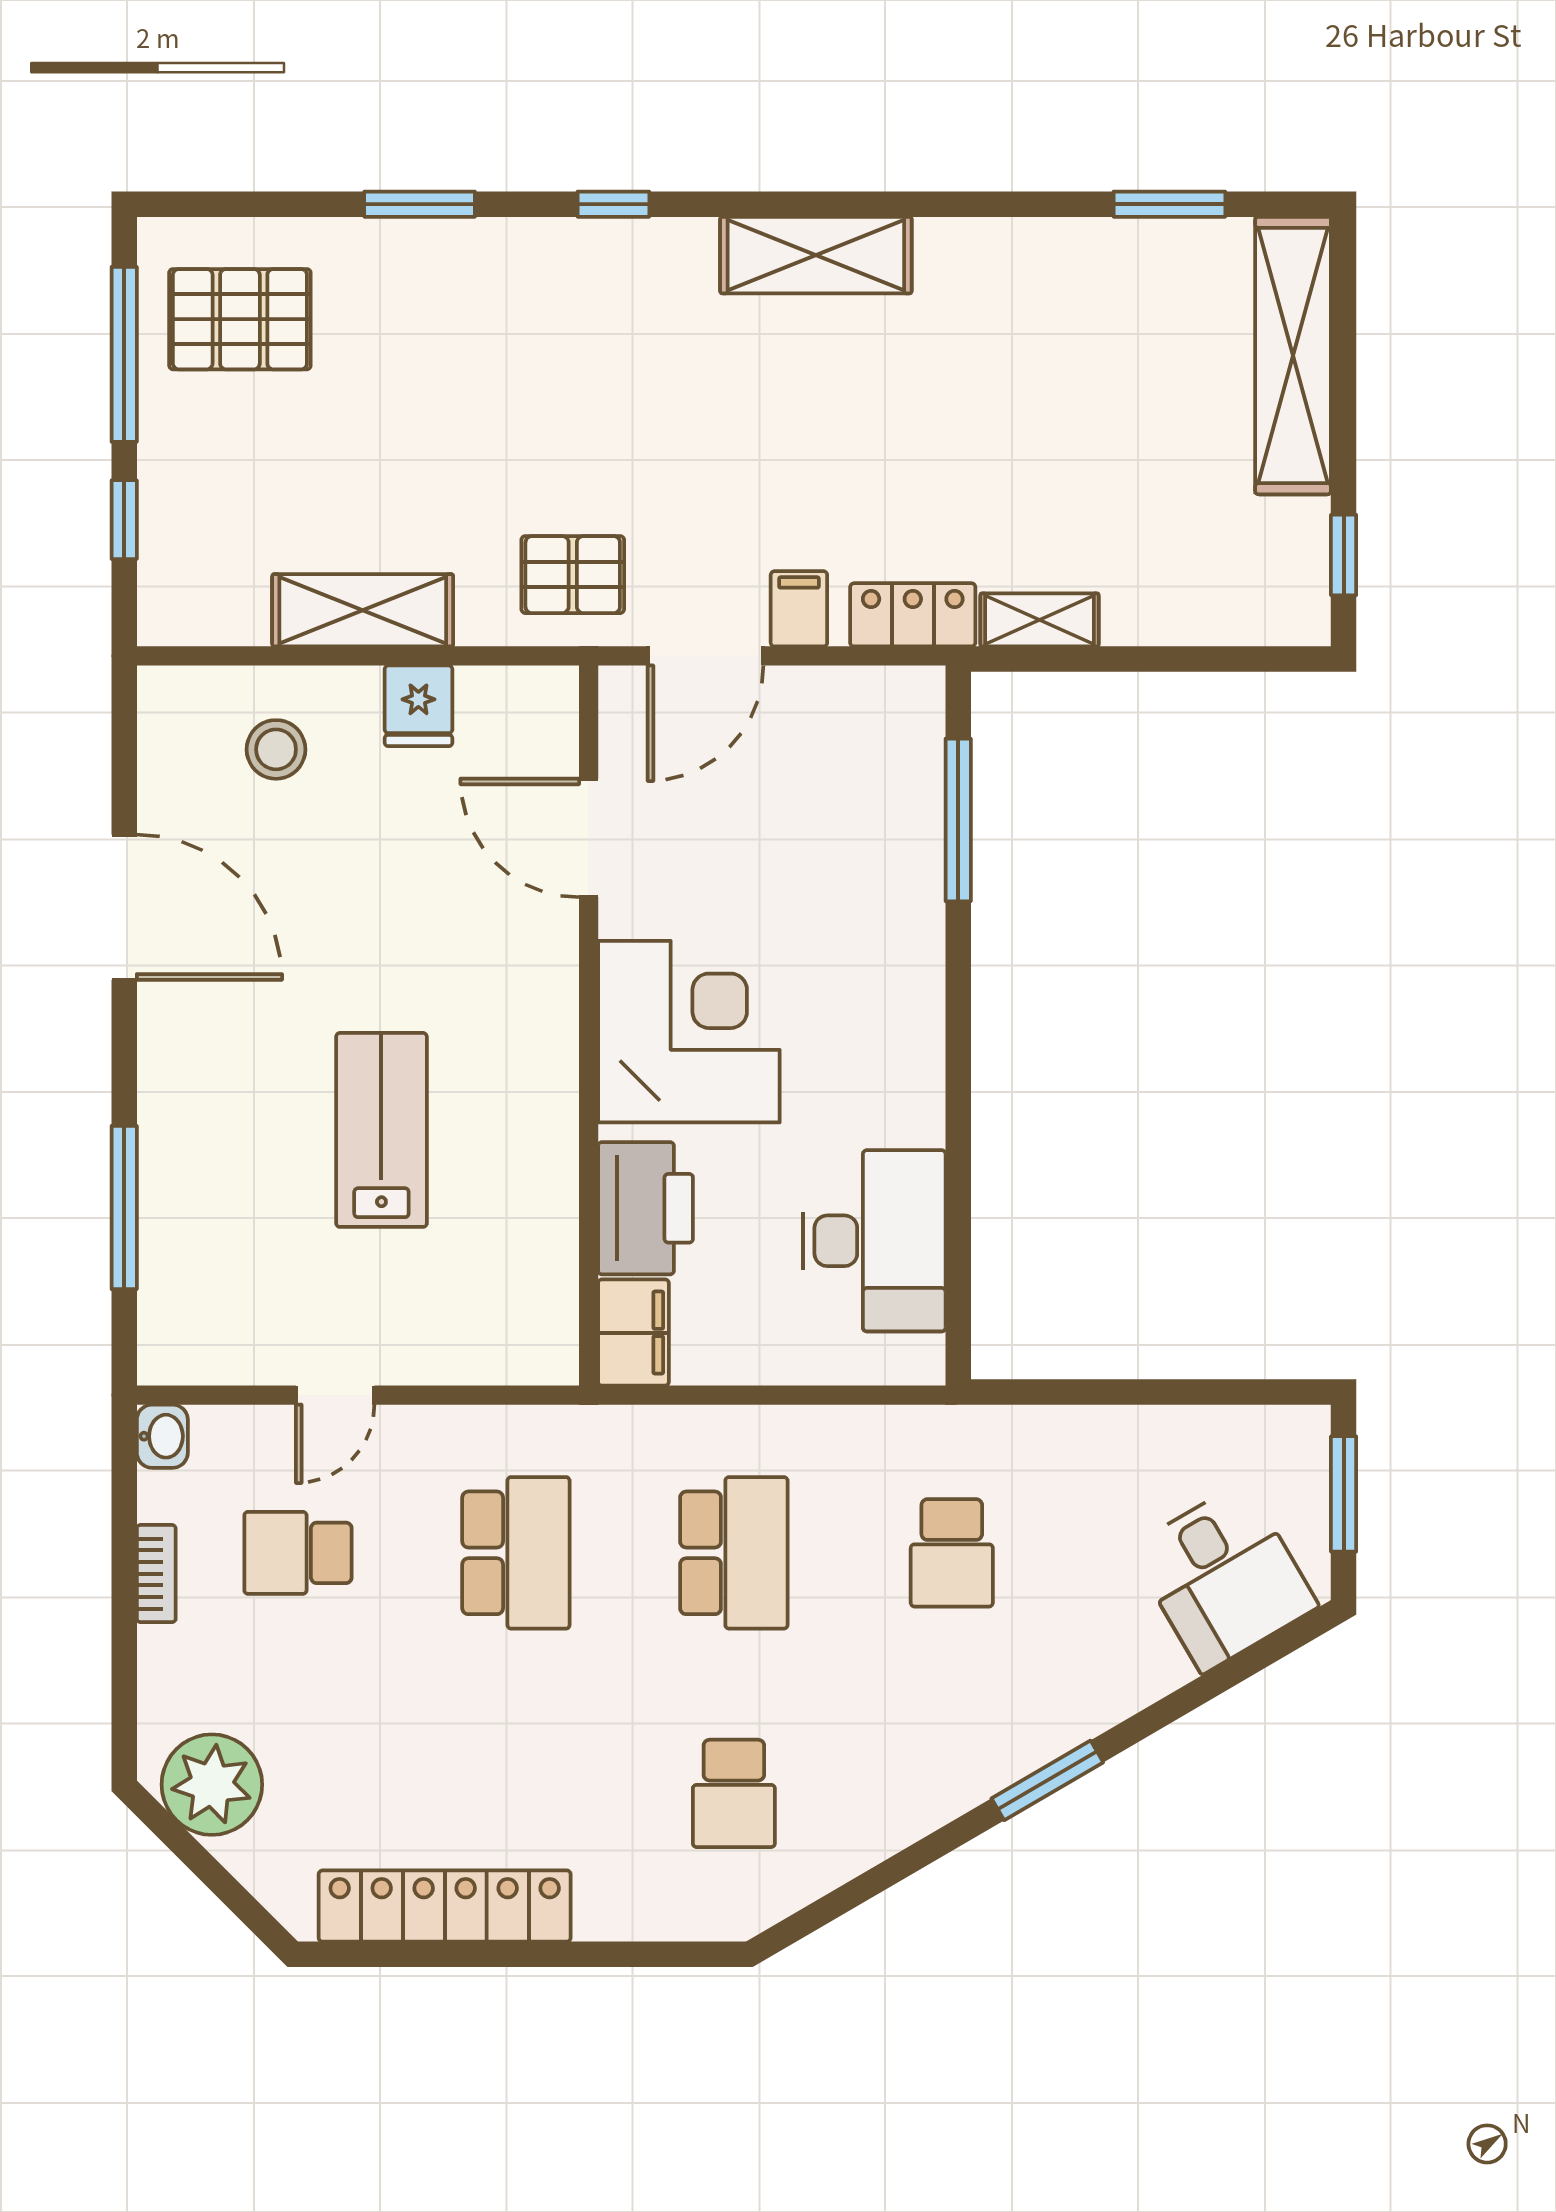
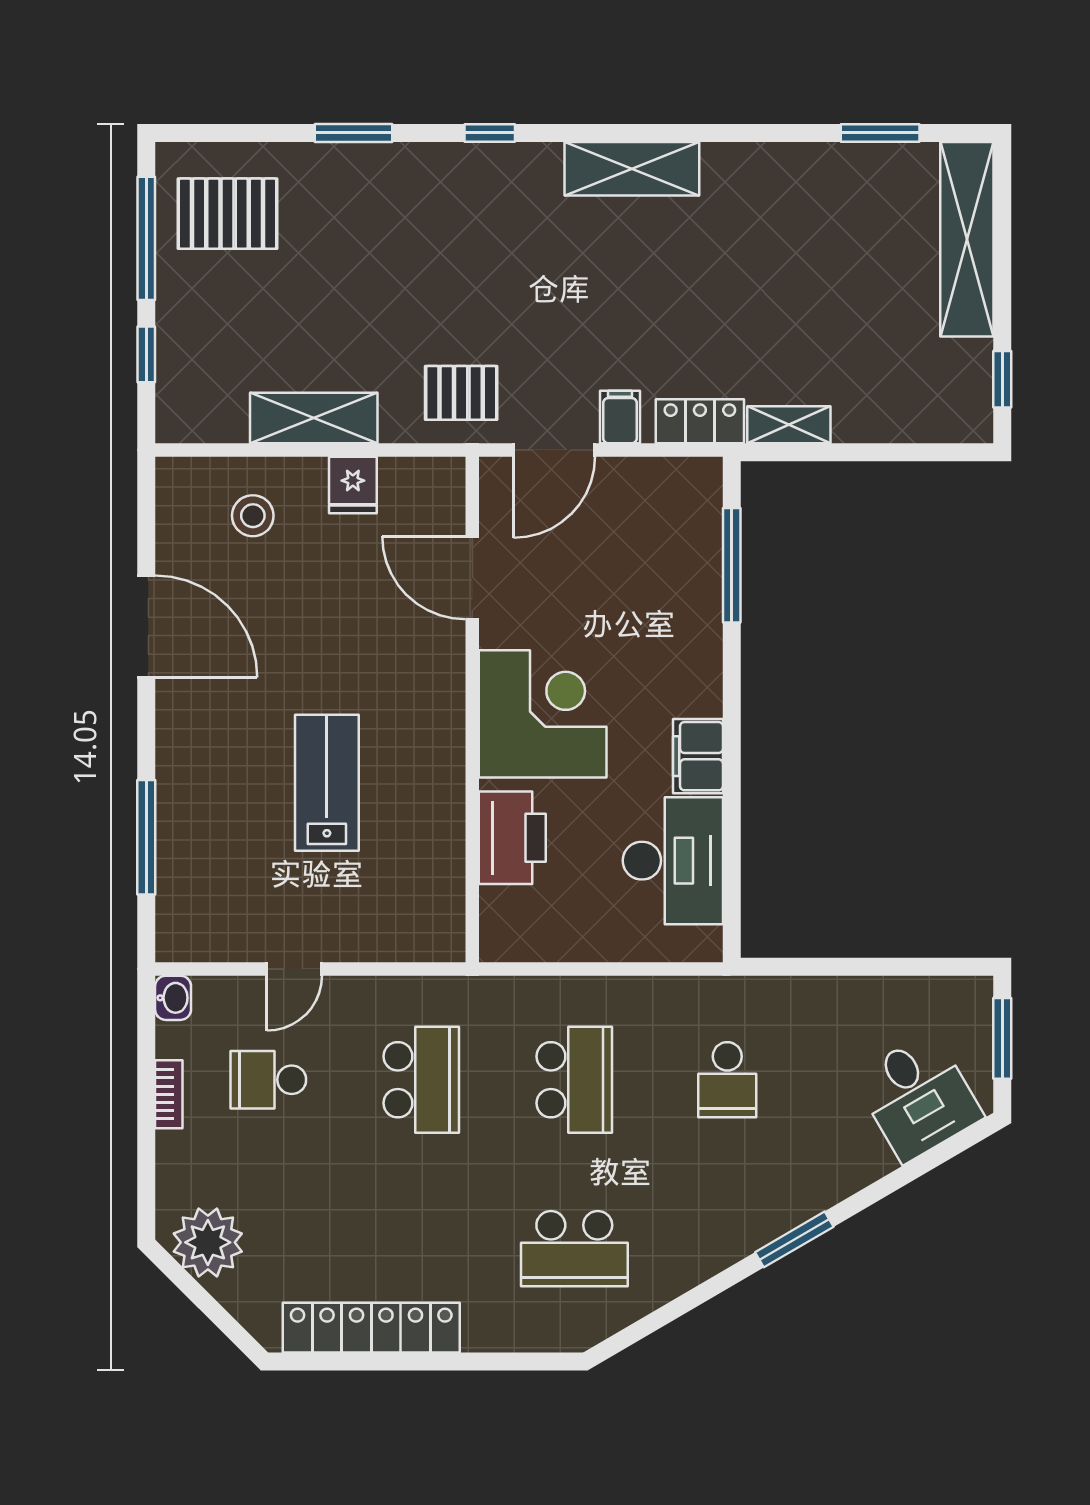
filing cabinet: (633, 1333) -> (698, 756), moved, turned 180
school desk: (734, 1793) -> (574, 1249), width x1.85

